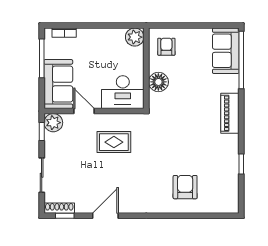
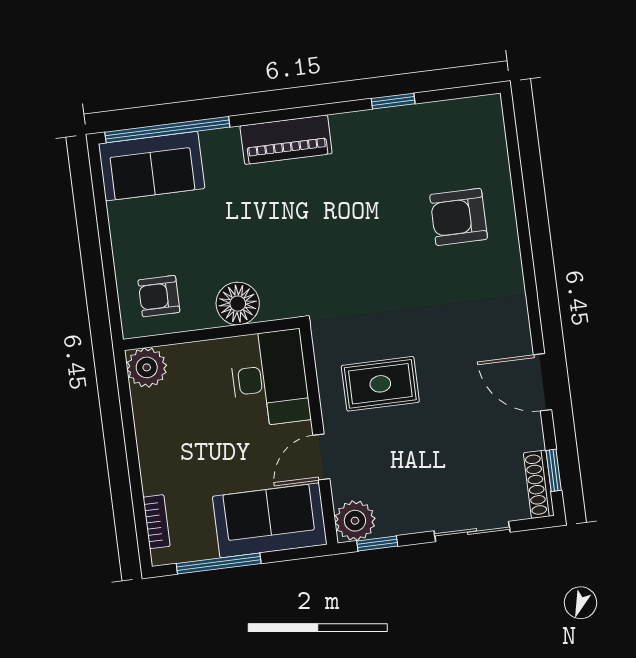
rug: (114, 142) -> (380, 384), turned 90

